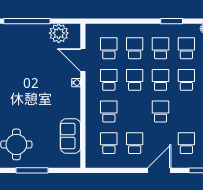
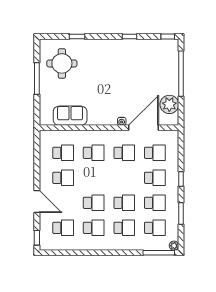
window: (136, 21) -> (181, 179), added
door: (83, 60) -> (144, 128), width x1.36
school desk: (135, 80) -> (94, 228), moved

